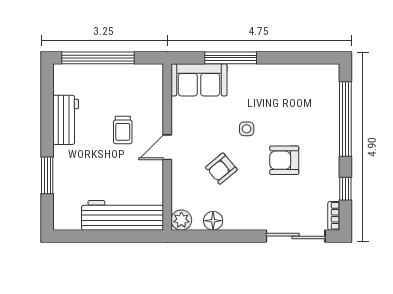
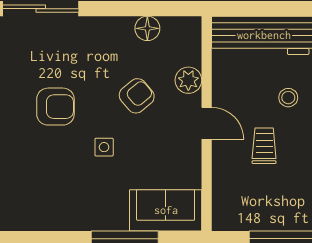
door: (167, 147) -> (207, 123), hinge flipped
stool: (104, 167) -> (288, 98), added
plant: (181, 220) -> (188, 80), moved

